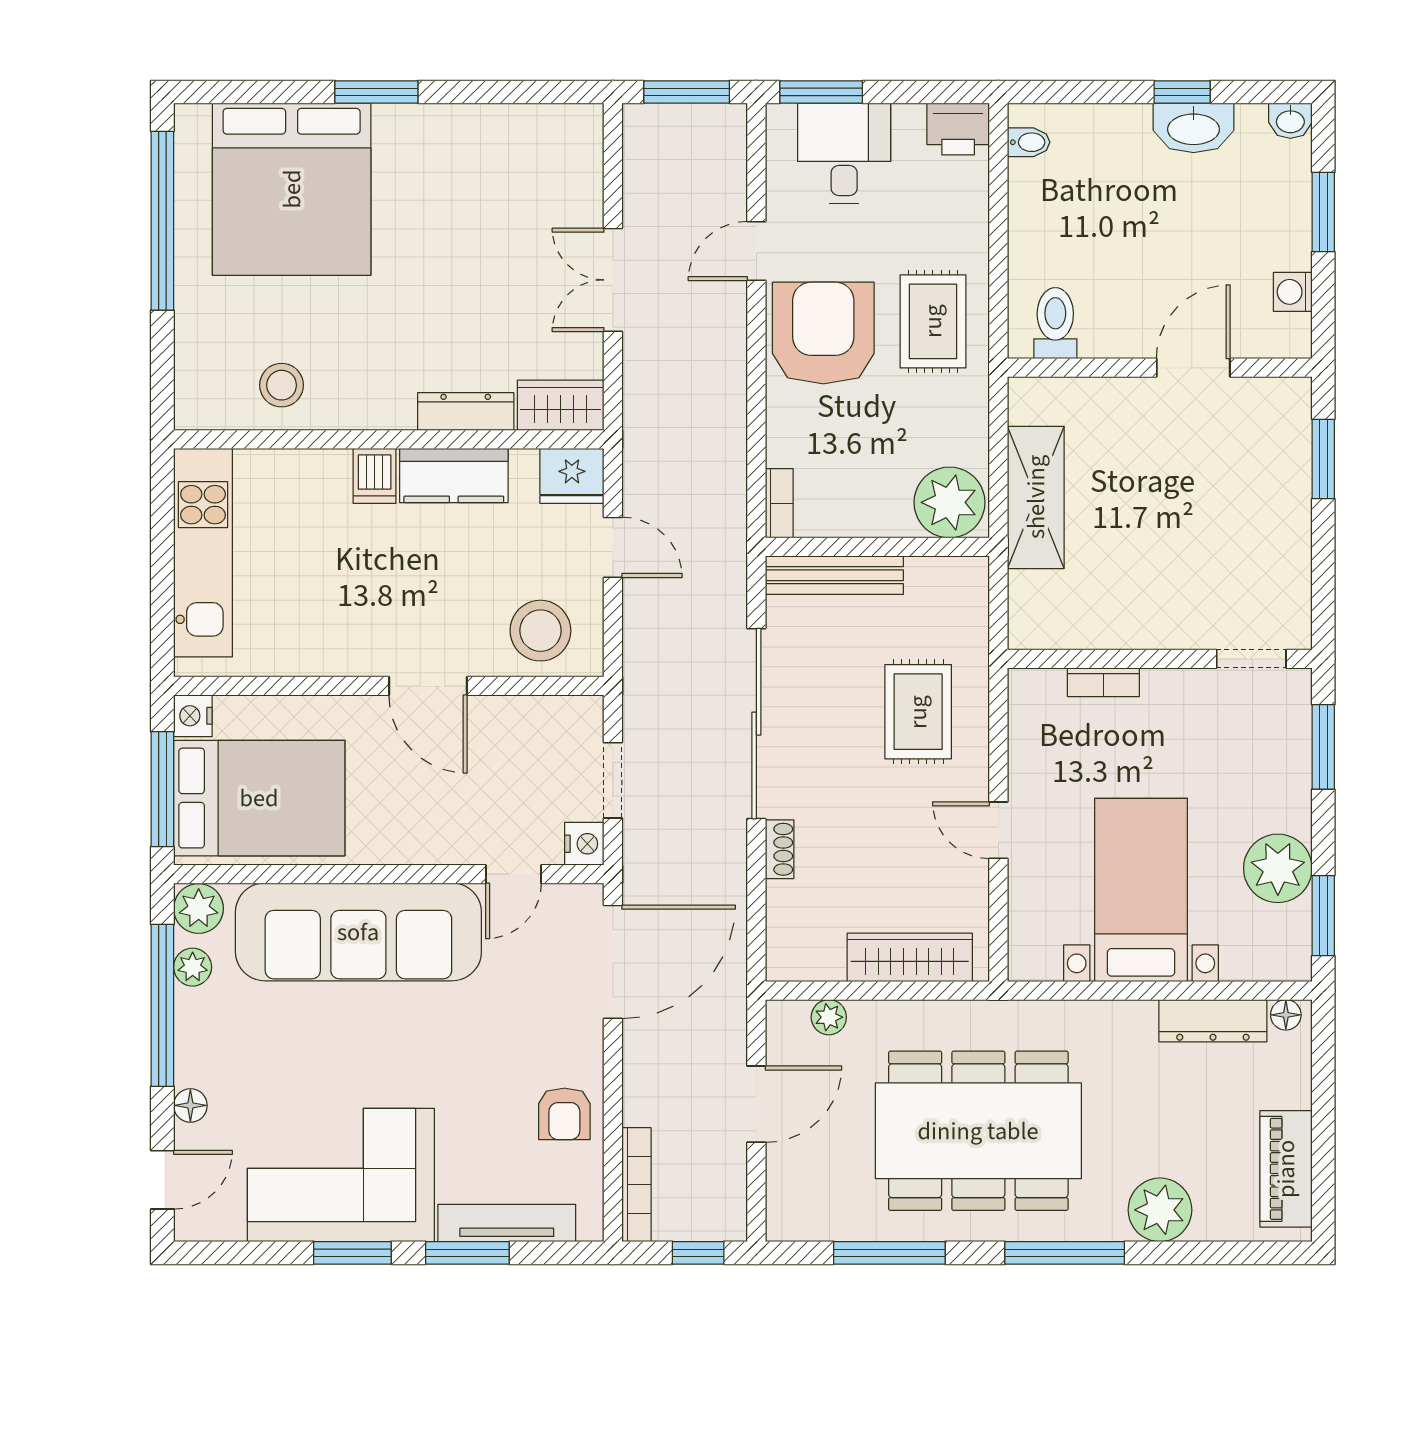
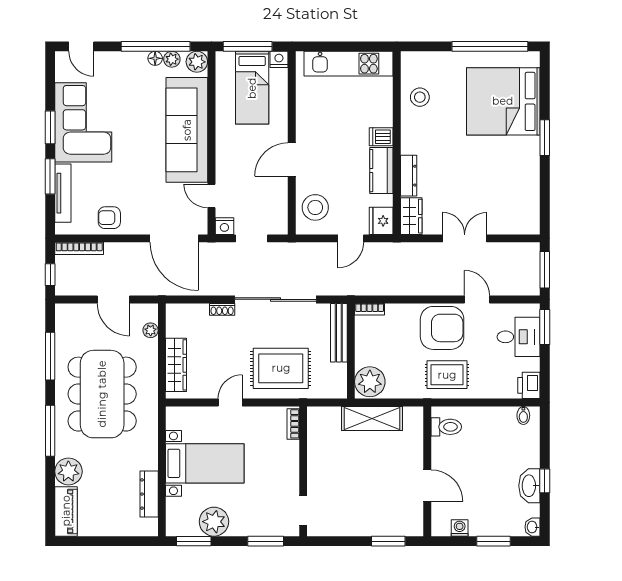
bookcase: (1103, 682) -> (293, 424), moved
rug: (918, 712) -> (281, 368), width x1.36, depth x1.43
bed: (259, 798) -> (252, 88), width x0.67
floor lamp: (1286, 1015) -> (152, 525), removed
floor lamp: (190, 1105) -> (155, 58), moved
piano: (1286, 1169) -> (66, 511), moved, turned 90

